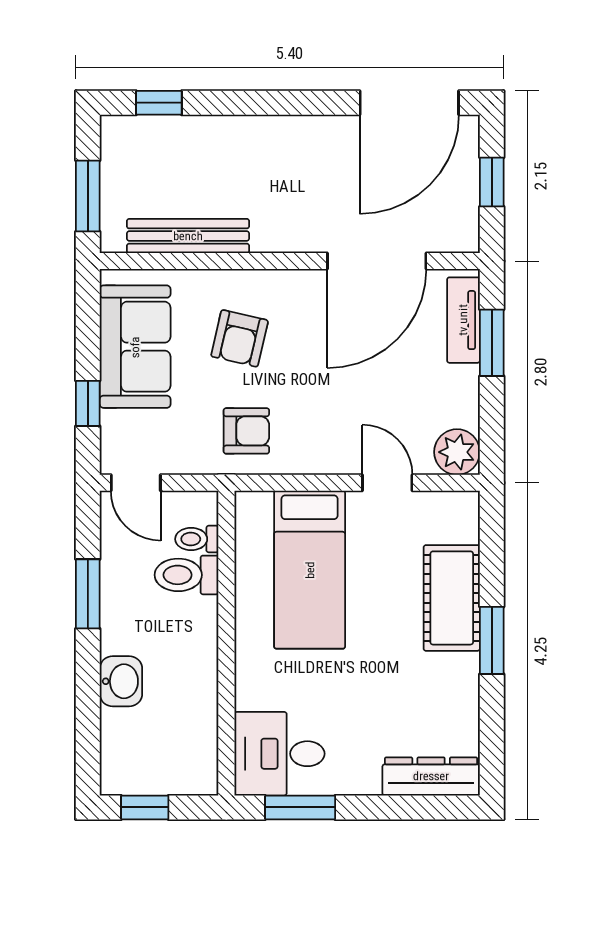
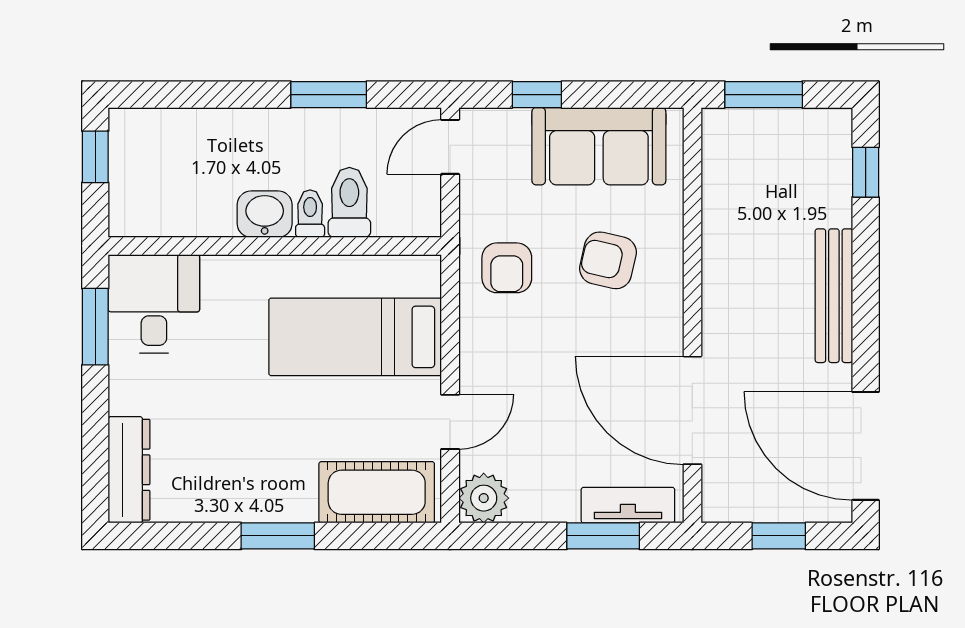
bench: (188, 236) -> (834, 296), moved
toilet: (197, 539) -> (310, 214), moved
cot: (452, 598) -> (377, 492), moved
washbasin: (121, 681) -> (265, 214), moved, turned 180

